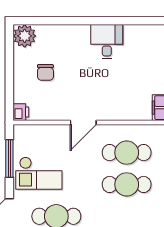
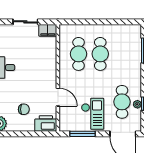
printer: (21, 112) -> (46, 123), width x1.87, depth x1.48
door: (83, 122) -> (58, 97), moved

